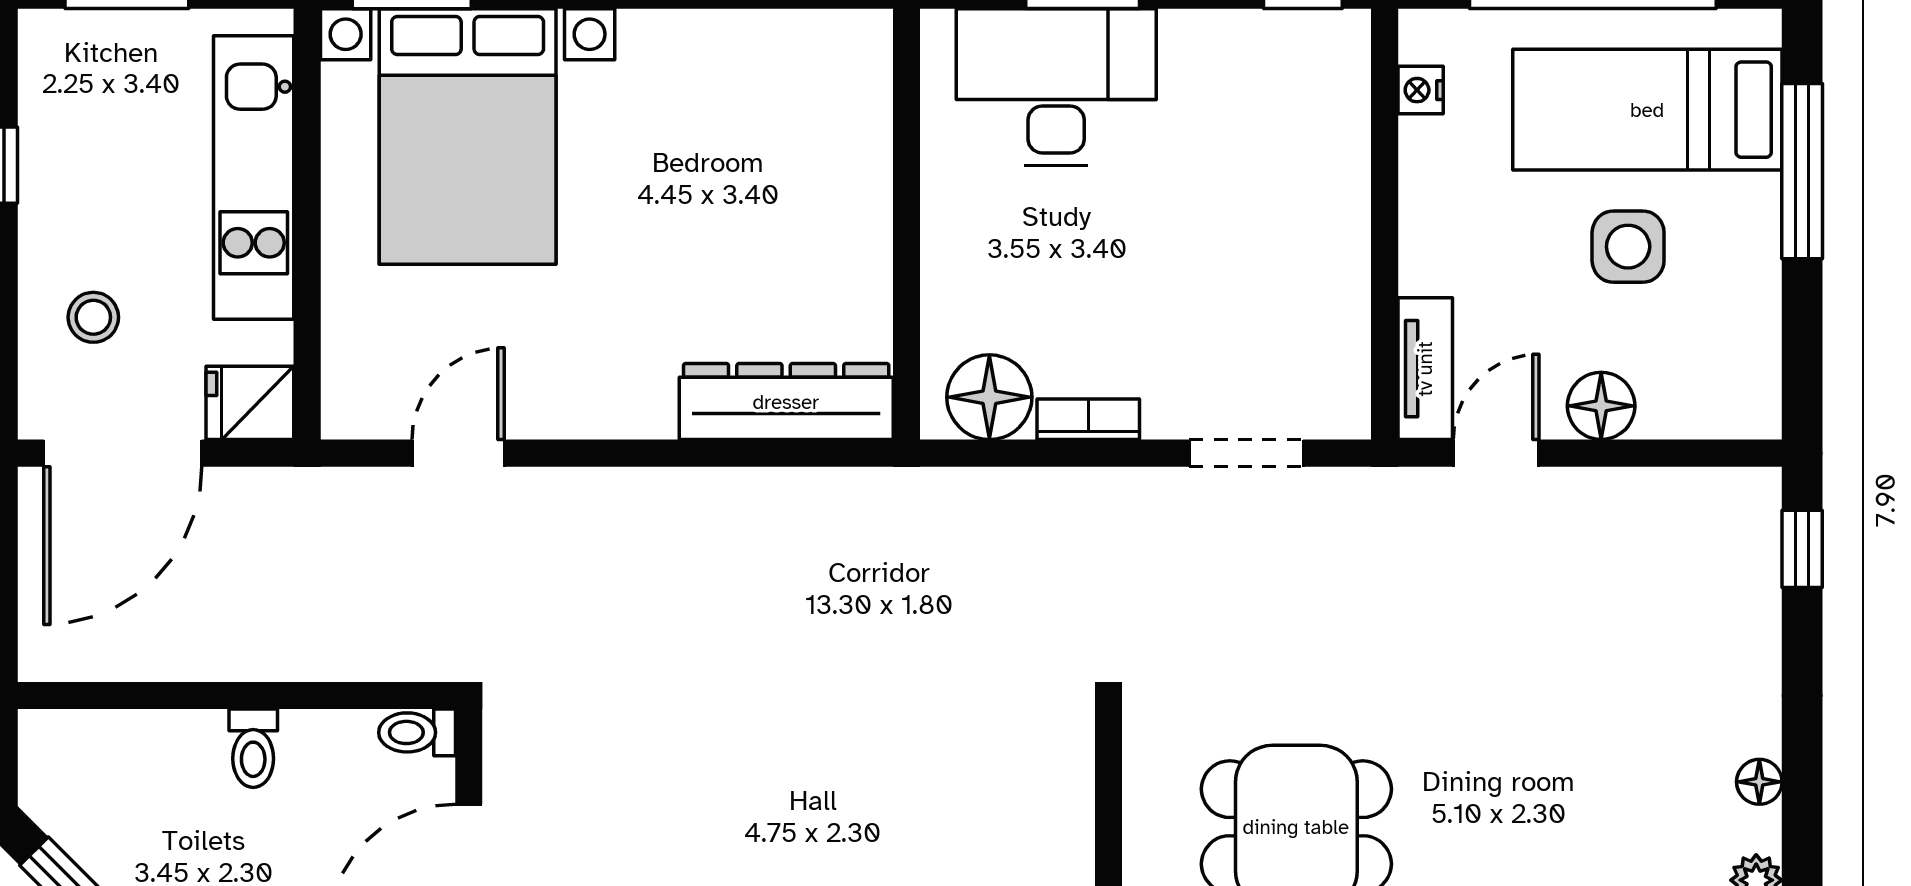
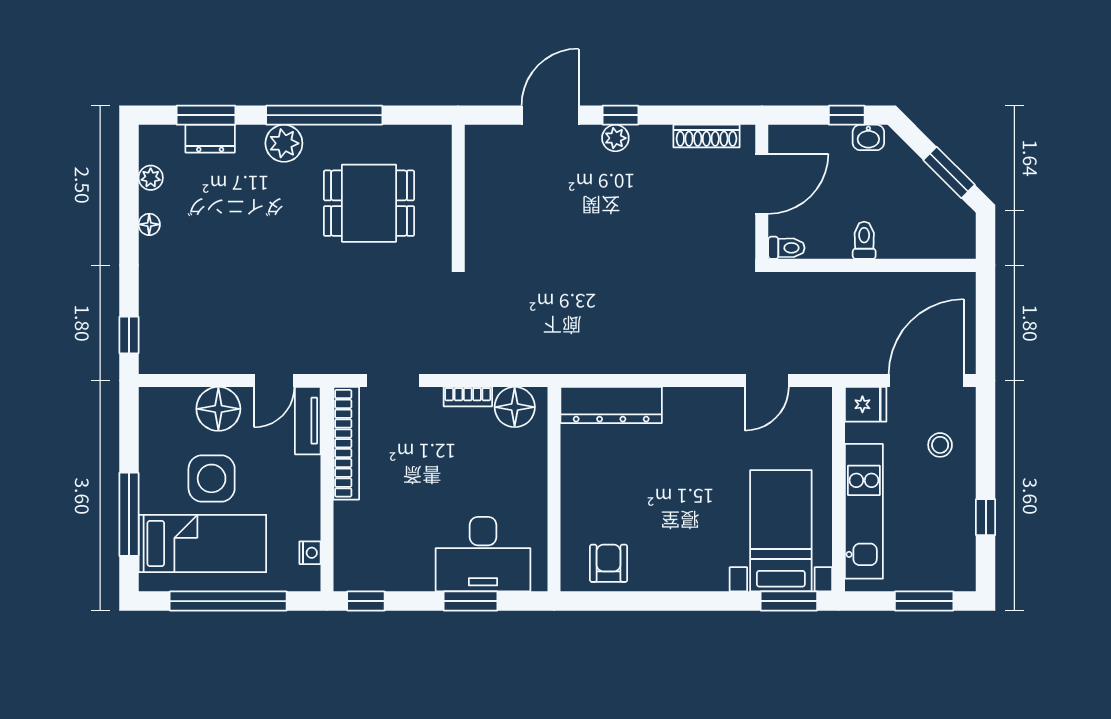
armchair: (792, 68) -> (609, 563), added
bed with nightstands: (468, 136) -> (781, 531), width x0.73
side table: (1628, 247) -> (212, 478), width x1.37, depth x1.37
bookcase: (1344, 321) -> (346, 443), added
floor lamp: (1601, 406) -> (218, 409), width x1.38, depth x1.38

